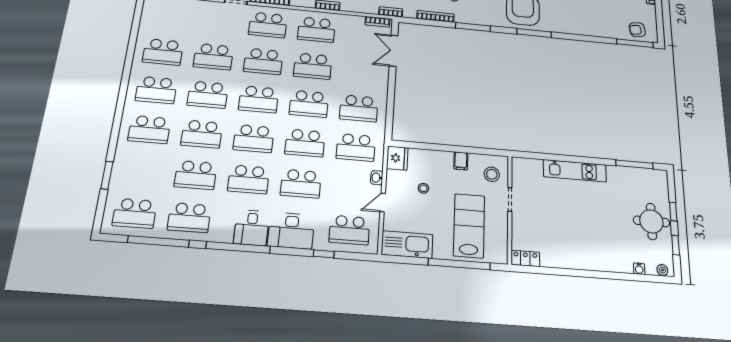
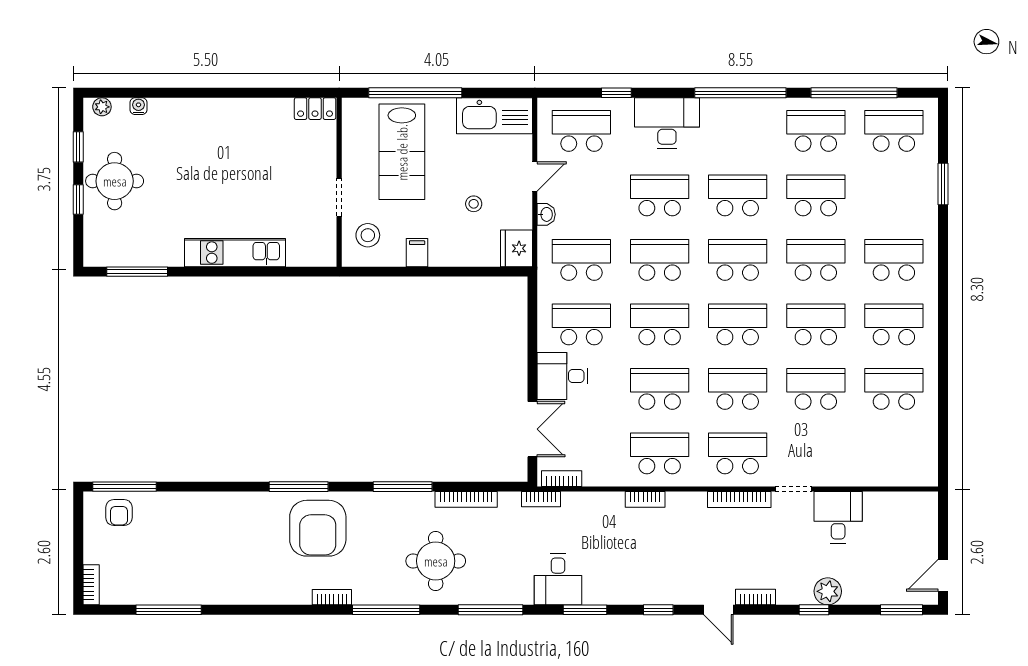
armchair: (637, 30) -> (119, 513), turned 99
desk: (252, 228) -> (563, 376), moved, turned -90

